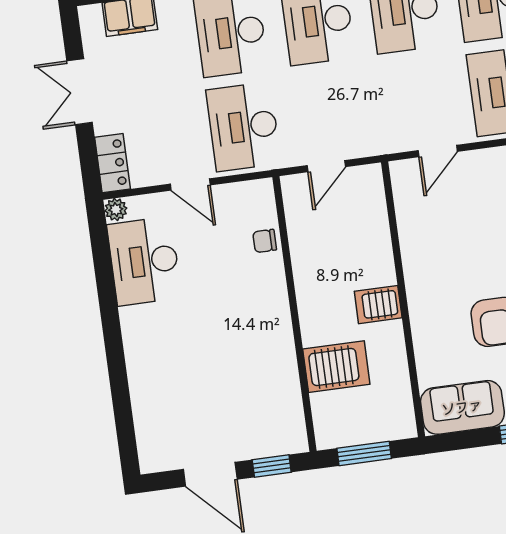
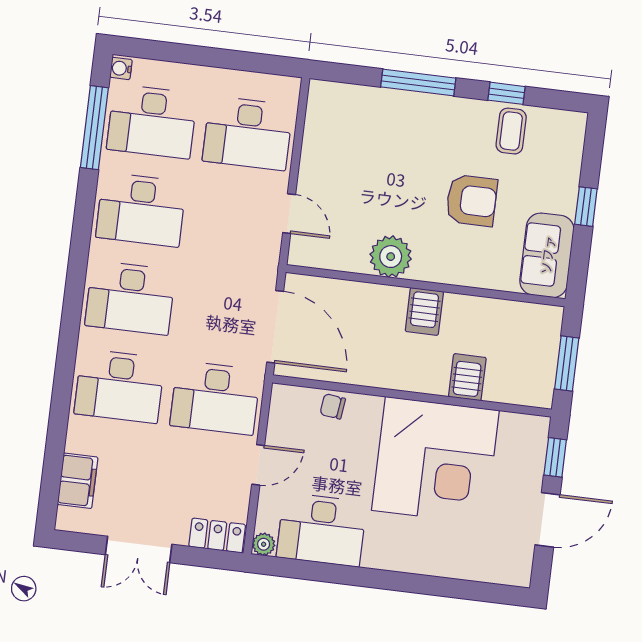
door: (326, 166) -> (275, 327), width x1.88
chair: (265, 241) -> (333, 406), turned 97
plant: (422, 259) -> (391, 257), added
corner desk: (239, 352) -> (435, 460), added
server rack: (336, 367) -> (467, 377), width x0.73, depth x0.70

